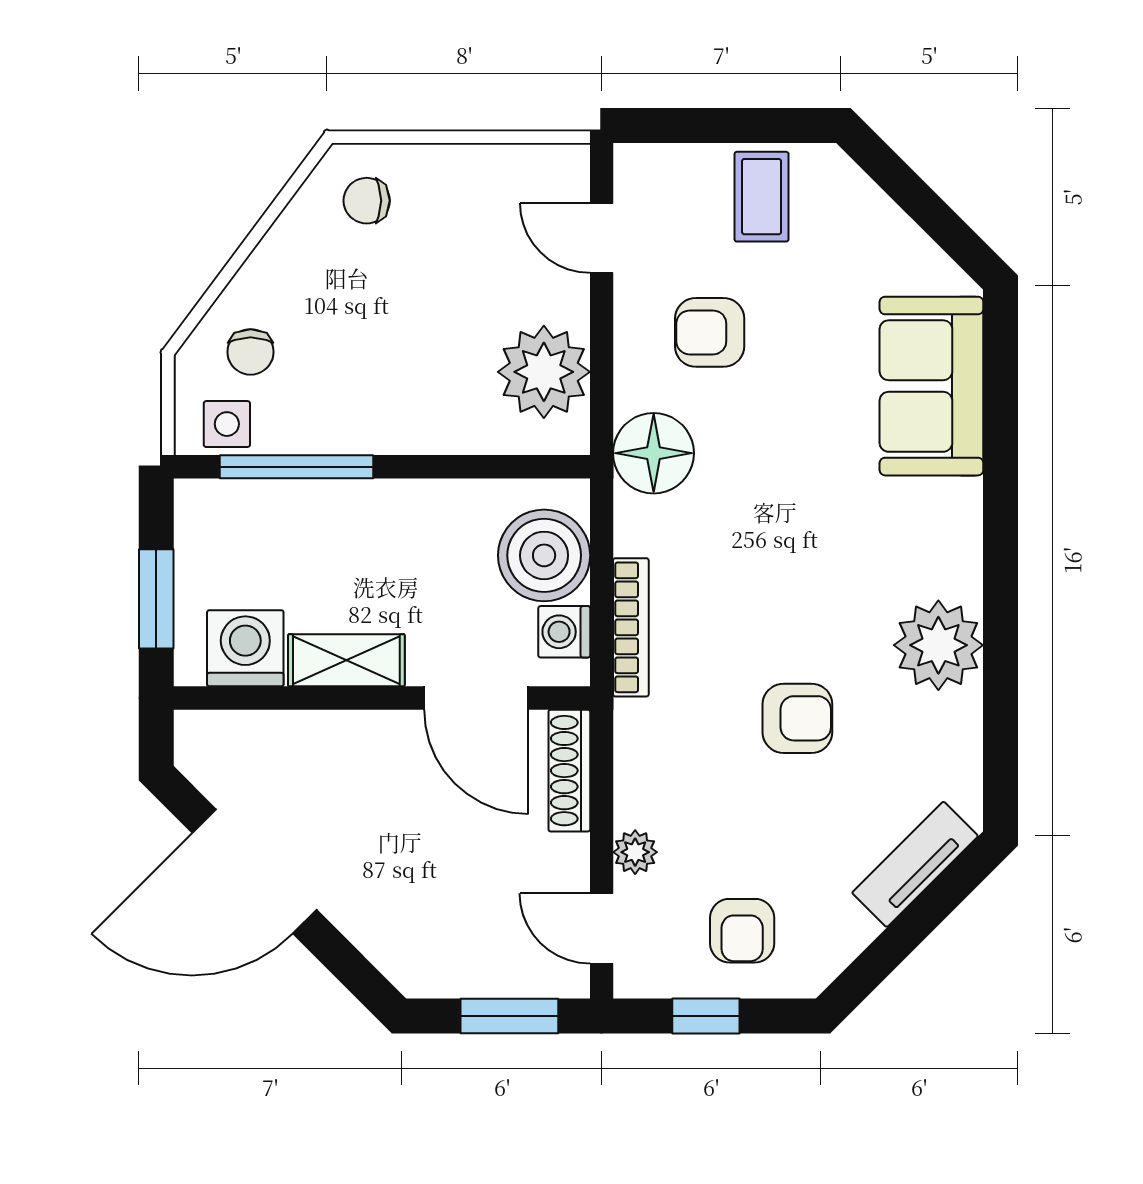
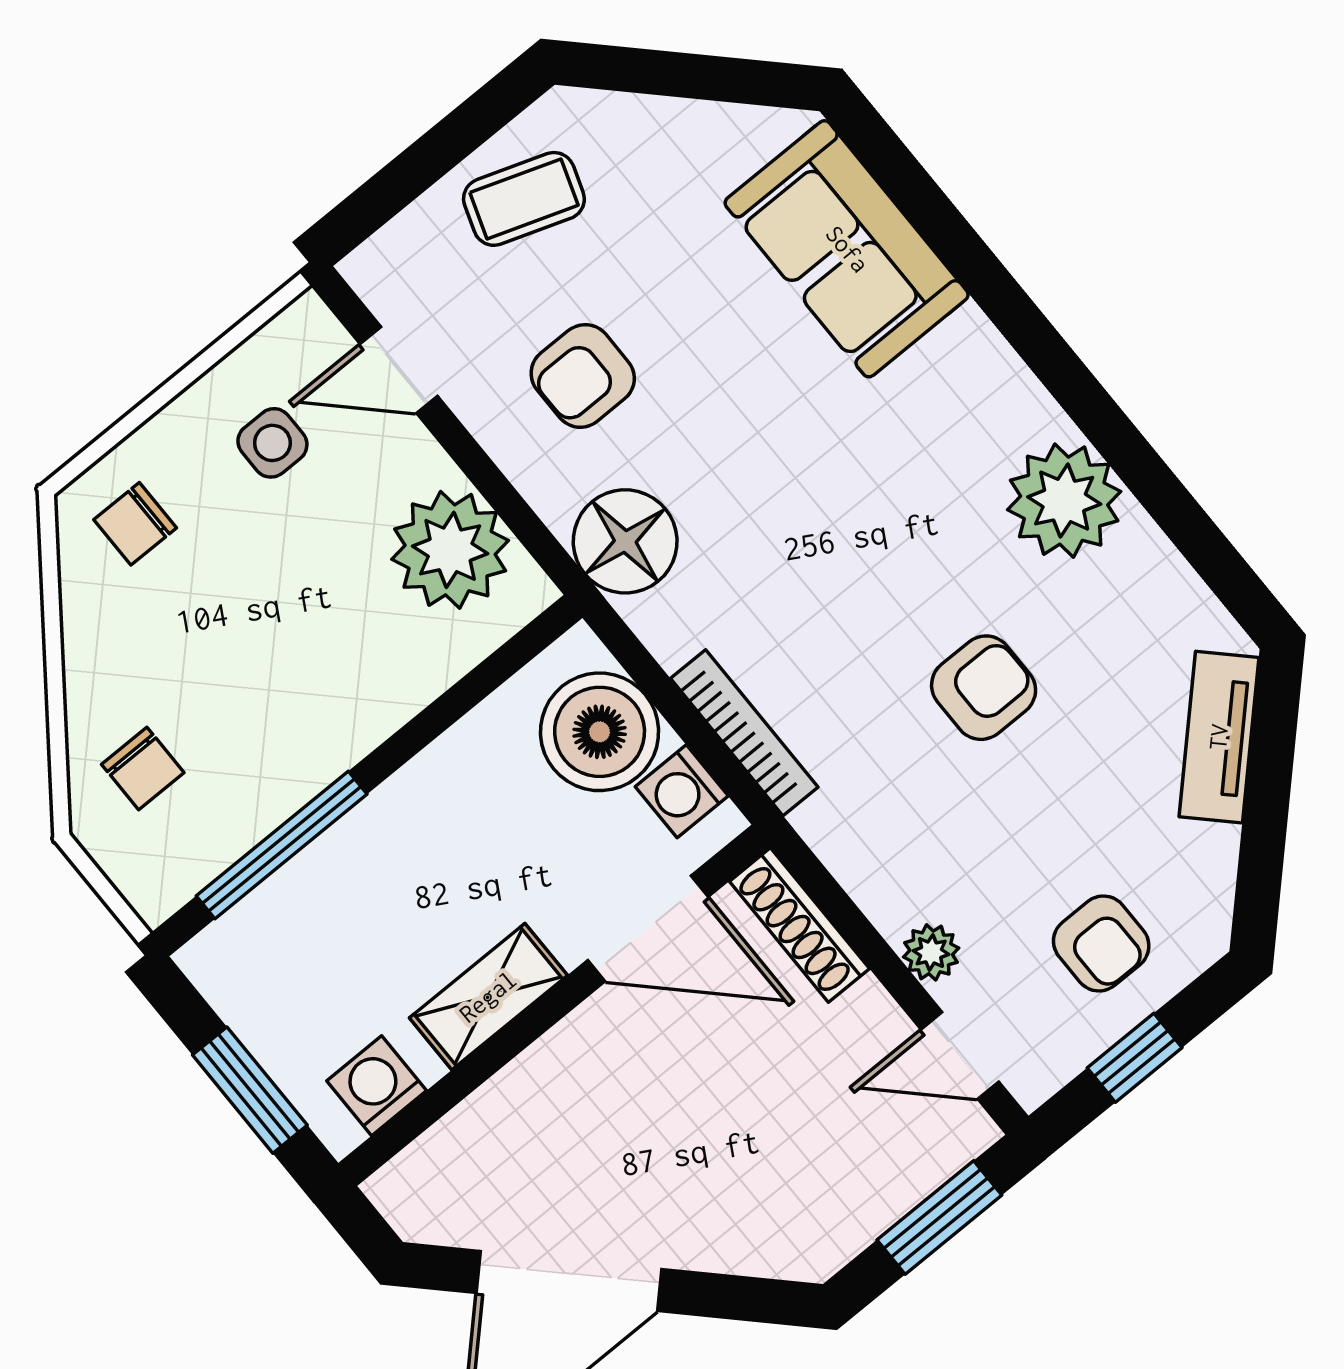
coffee table: (762, 197) -> (524, 199), turned -71
side table: (227, 424) -> (272, 443), moved
washing machine: (245, 648) -> (377, 1086), width x0.73, depth x0.73

